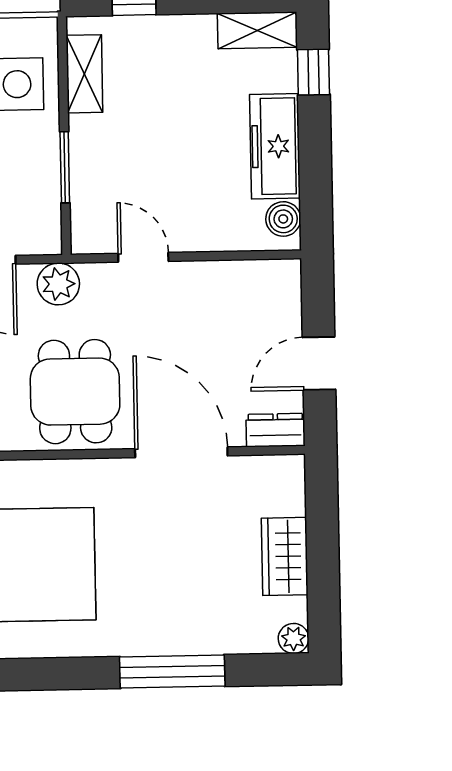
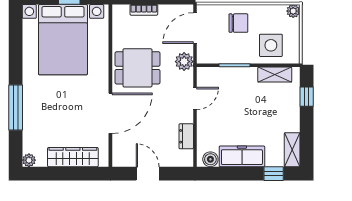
dresser: (275, 430) -> (186, 136), moved, turned 180
wardrobe: (285, 556) -> (73, 157), width x1.50

